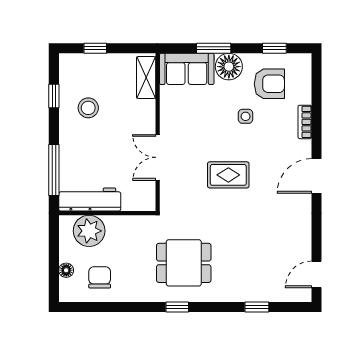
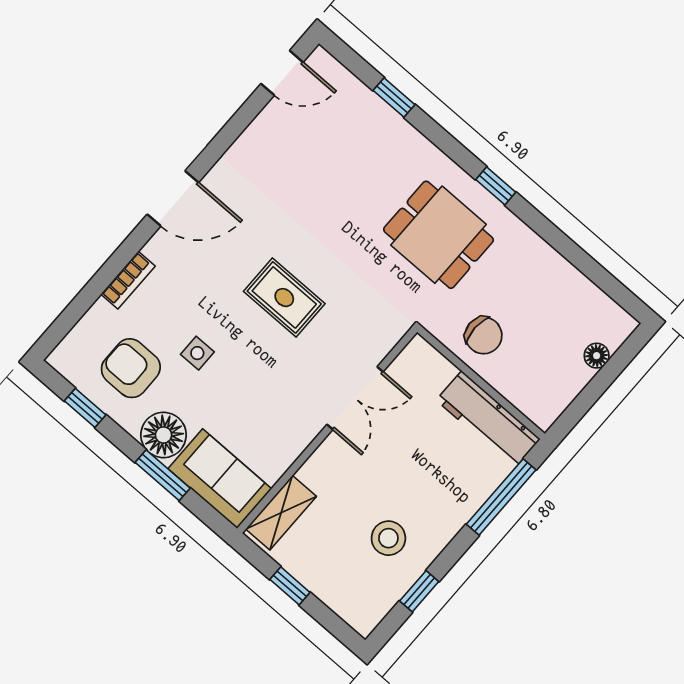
window: (95, 48) -> (290, 586), moved
plant: (89, 231) -> (524, 380), removed
chair: (100, 277) -> (484, 335), moved, turned -90

